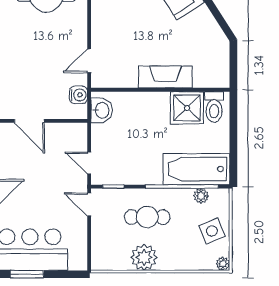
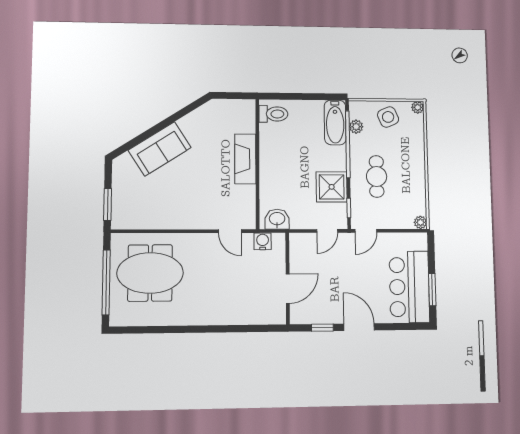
shower: (187, 108) -> (332, 187), moved
bathtub: (196, 169) -> (335, 123), width x0.73, depth x0.73
plant: (144, 257) -> (420, 222), moved, width x0.53, depth x0.53

